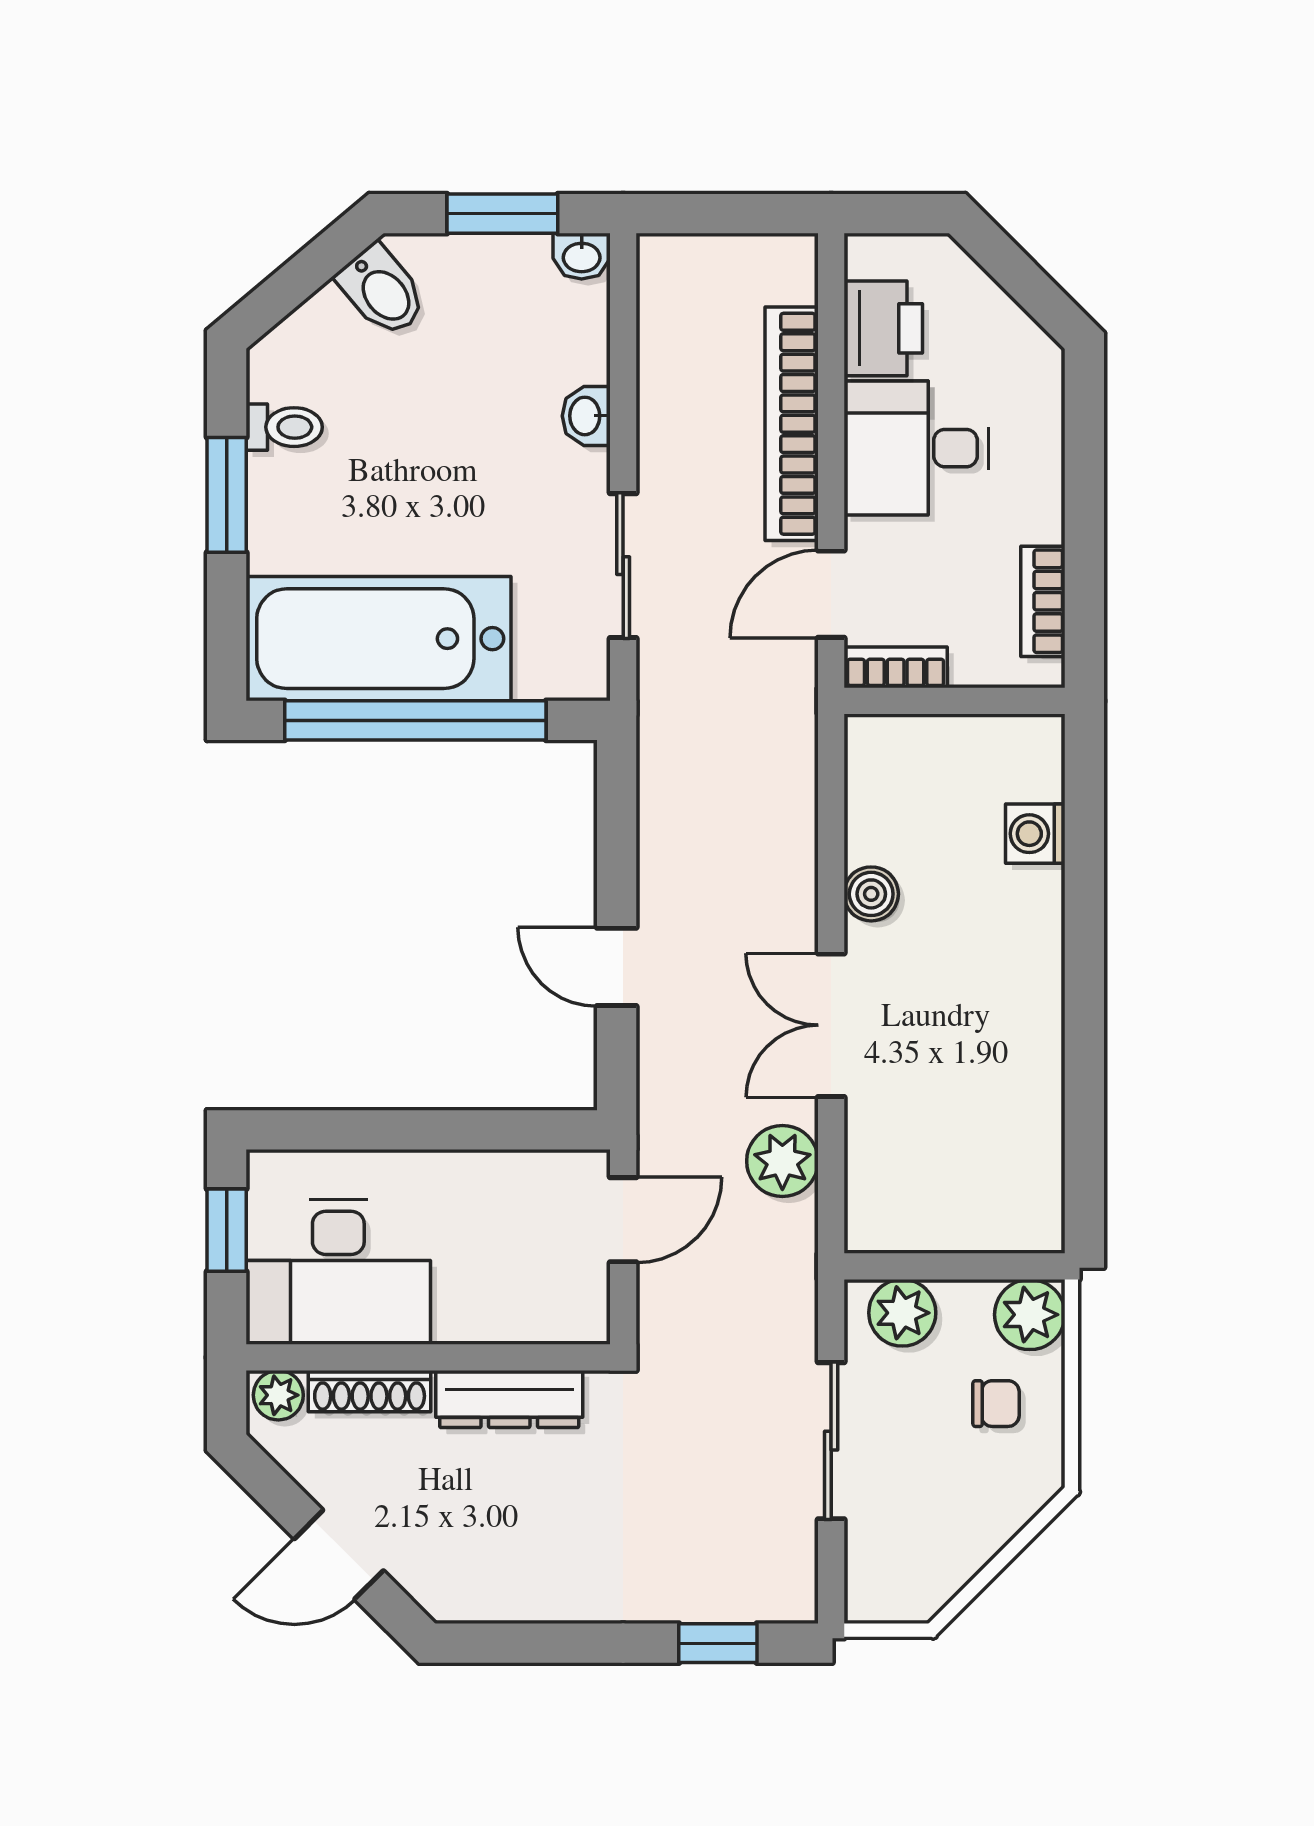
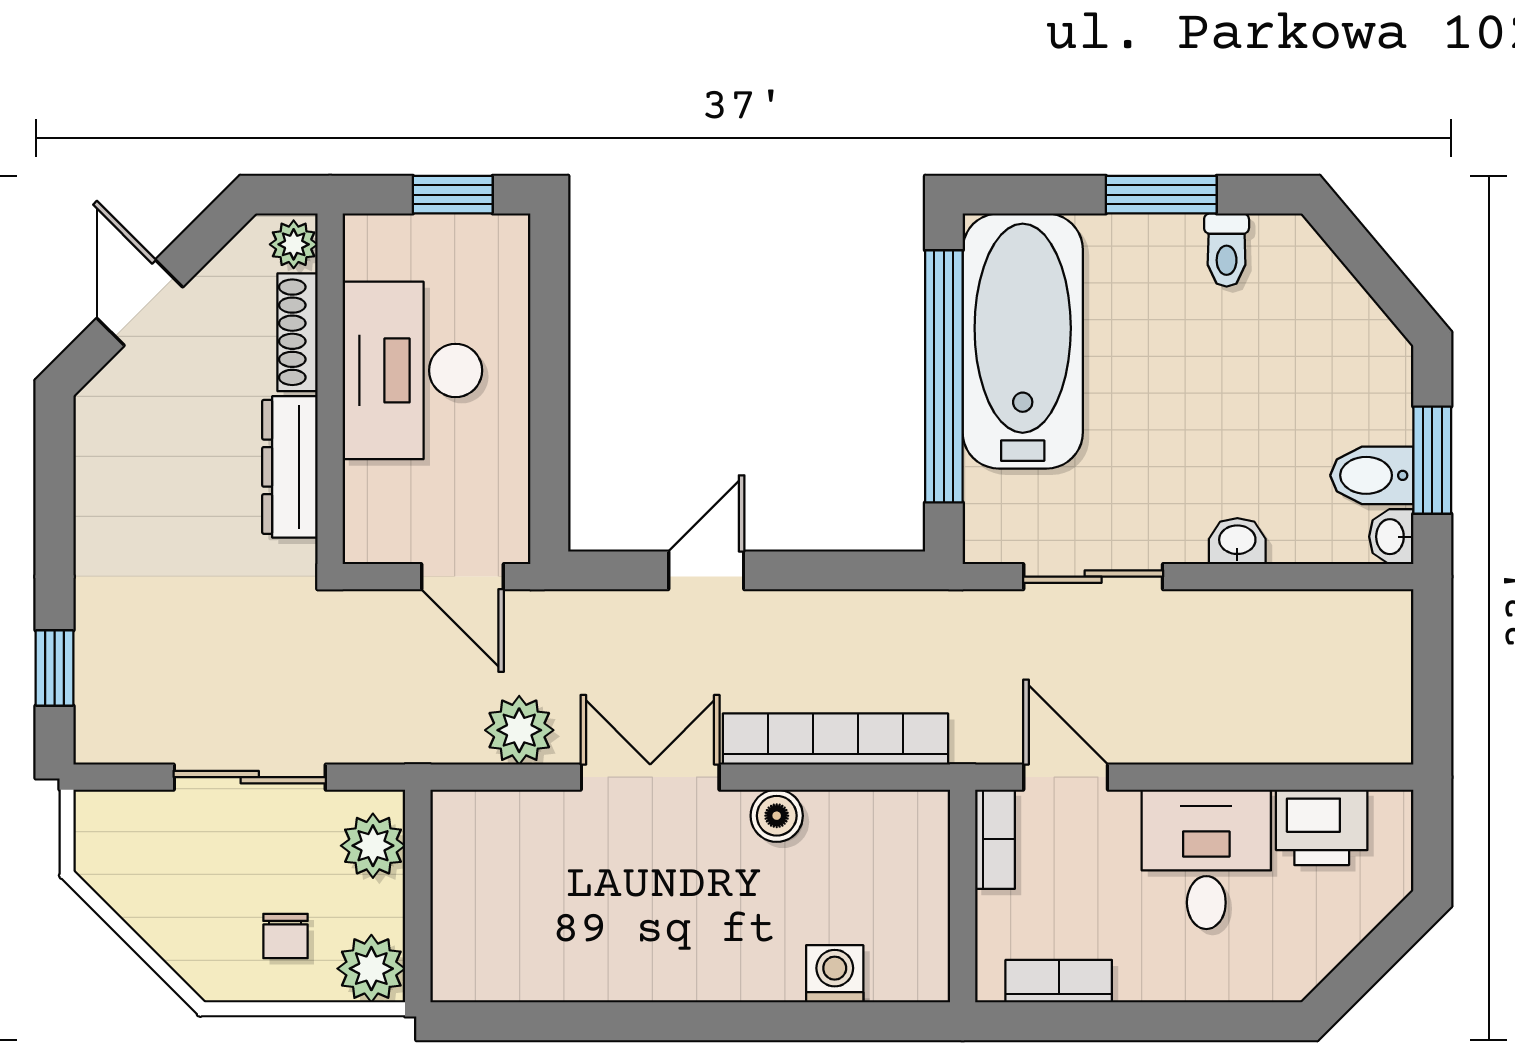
bidet: (382, 291) -> (1372, 475), moved, turned 40
bookcase: (792, 424) -> (835, 739), moved
desk: (338, 1272) -> (412, 370), moved

